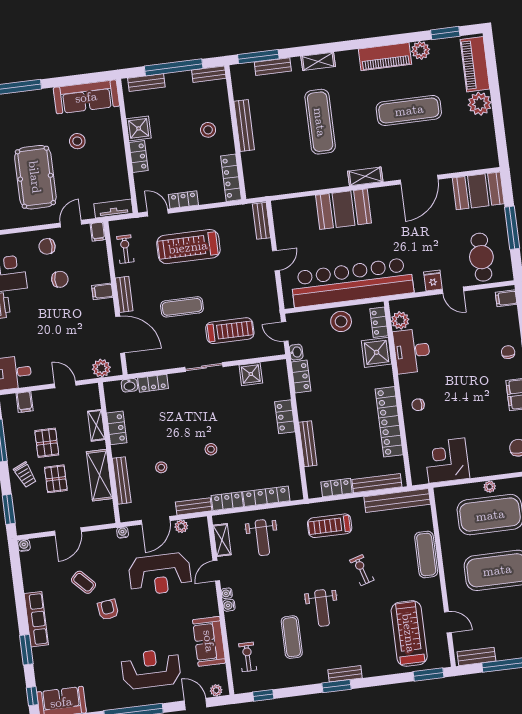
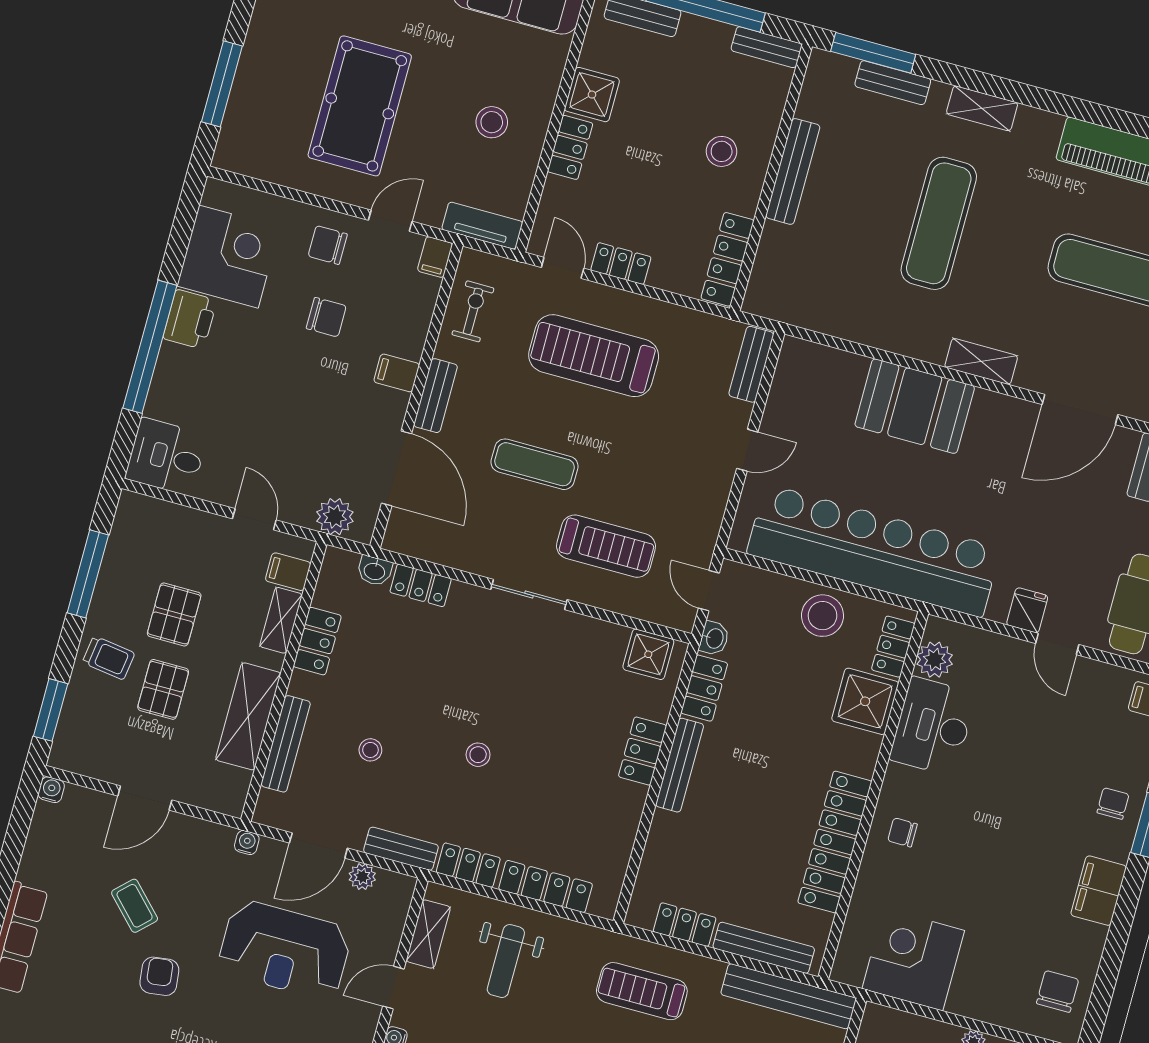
stool: (77, 141) -> (492, 122), moved
shower: (251, 374) -> (648, 654), moved
filing cabinet: (25, 402) -> (288, 572), moved, turned 90
bench: (308, 444) -> (680, 765), moved
trolley: (25, 475) -> (109, 658), turned -58

